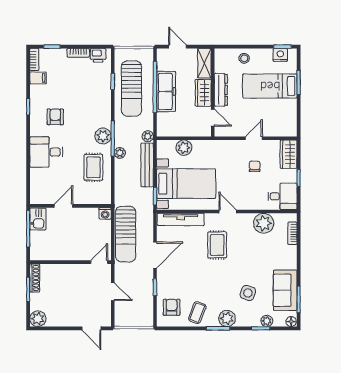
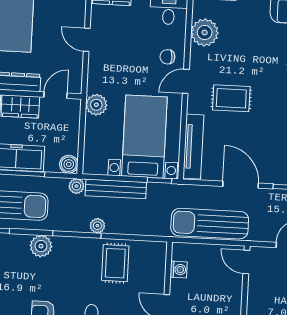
boiler: (163, 130) -> (69, 164), added
plant: (103, 136) -> (41, 246), moved
plant: (184, 148) -> (96, 105), moved
chair: (255, 166) -> (167, 57), moved
rug: (93, 167) -> (115, 263), turned 90
washing machine: (105, 213) -> (179, 270), moved
sun lounger: (126, 234) -> (210, 224), turned 180

